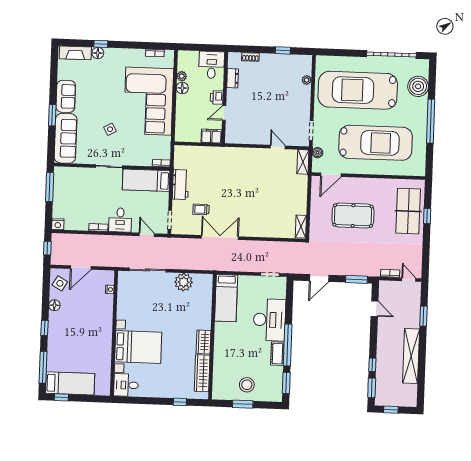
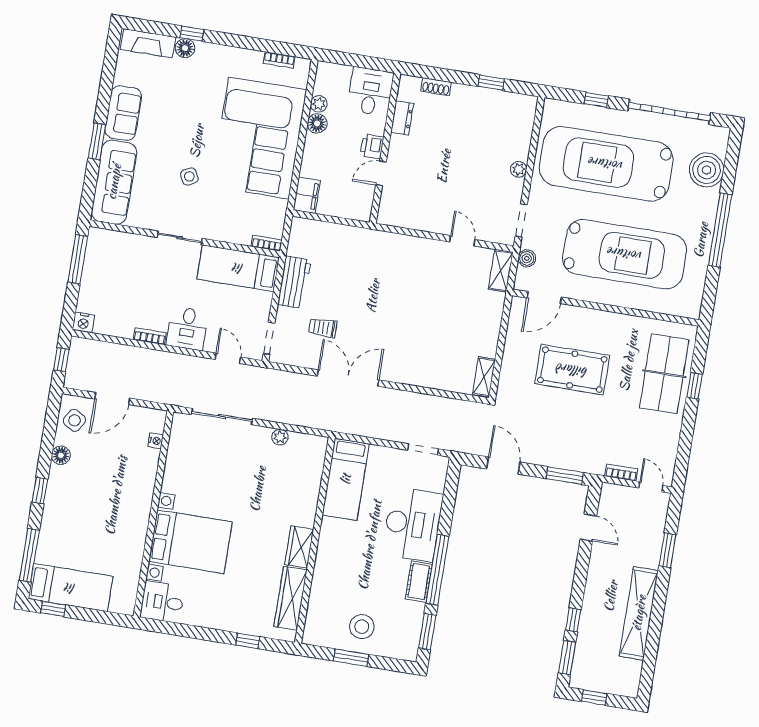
window: (347, 53) -> (596, 100), added
plant: (307, 80) -> (519, 169), moved
filing cabinet: (211, 136) -> (307, 195), moved, turned 90
door: (319, 278) -> (503, 466), swing flipped
plant: (184, 282) -> (280, 437), width x0.53, depth x0.53

